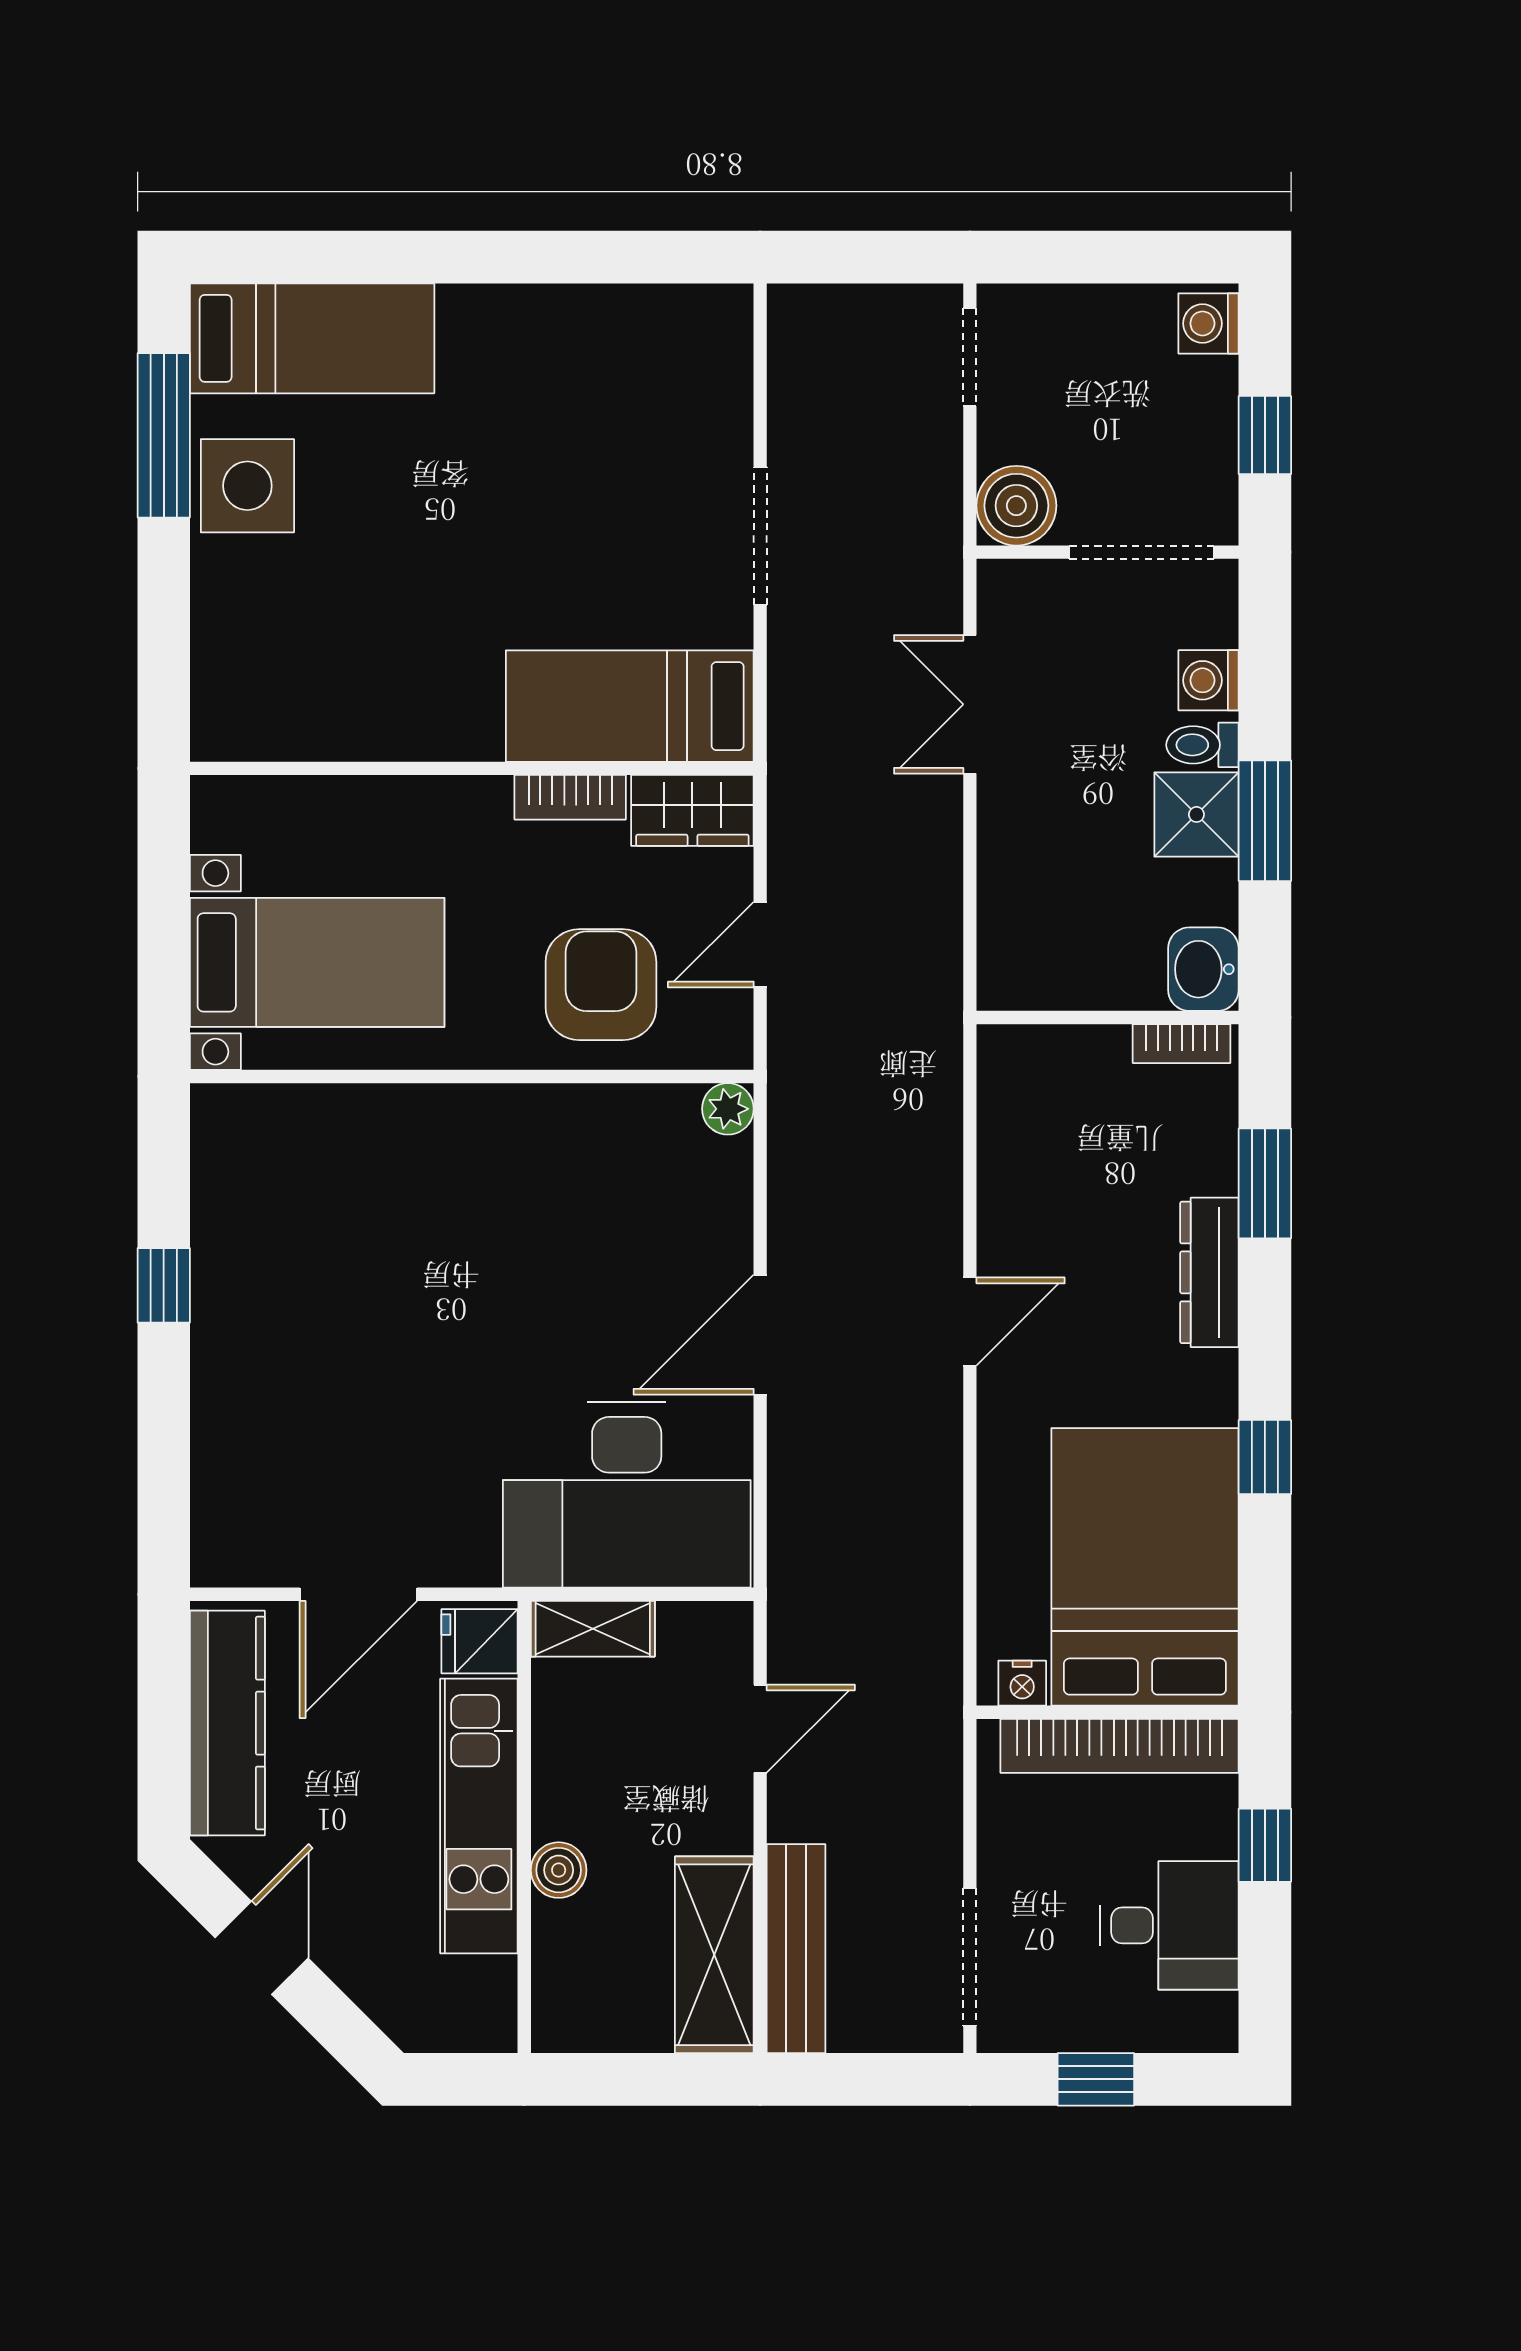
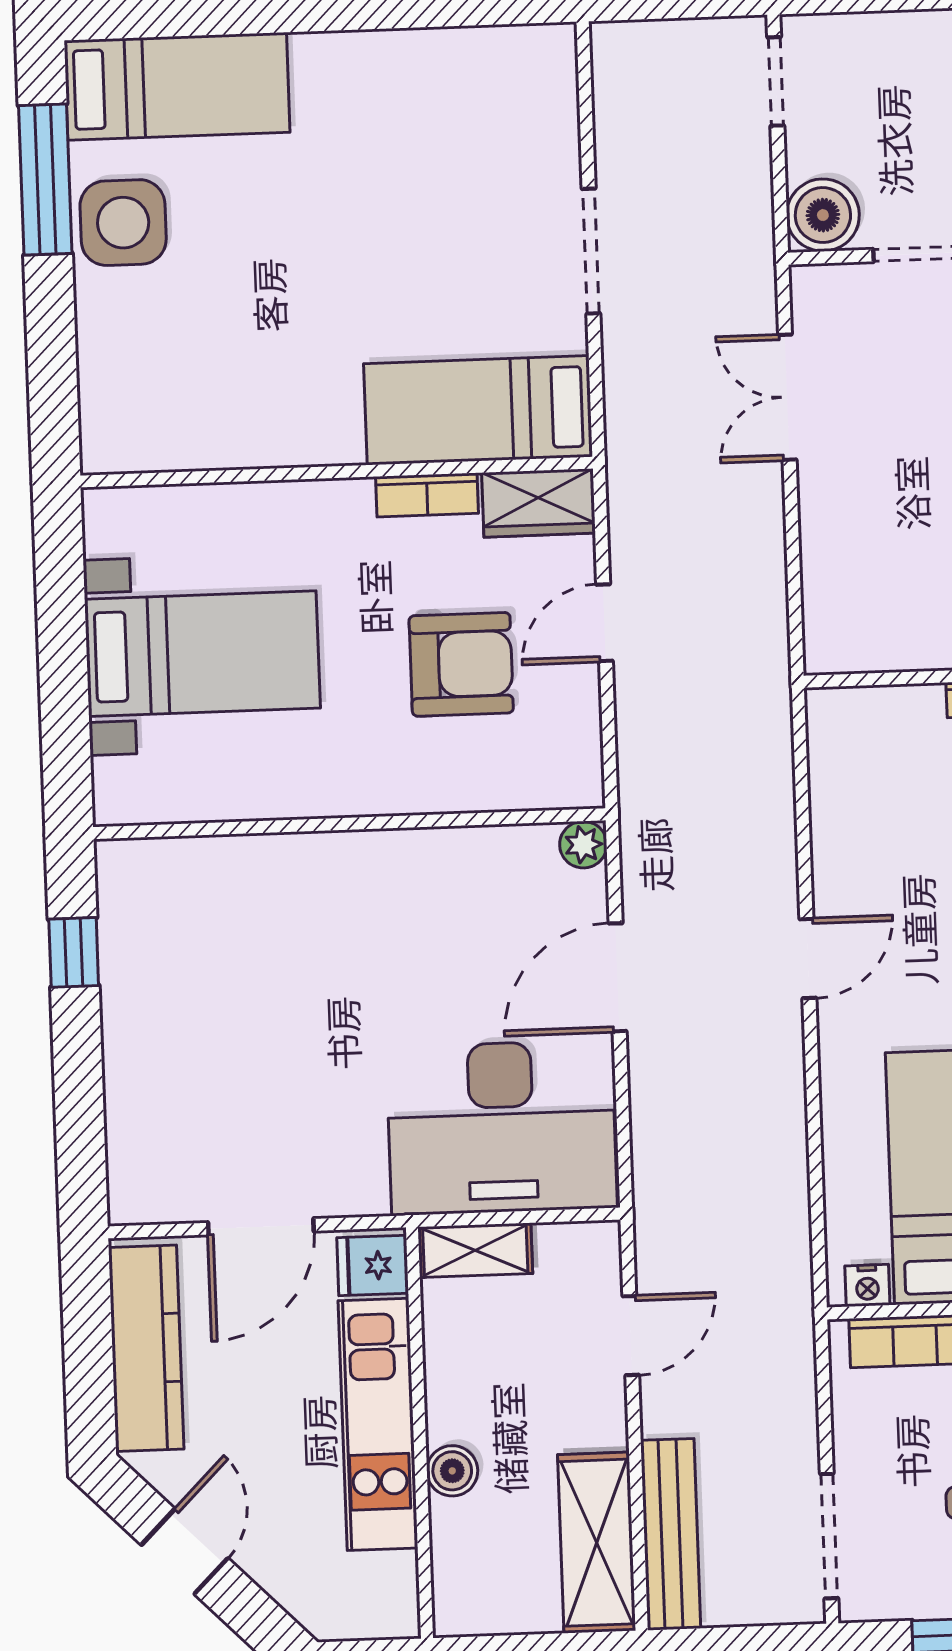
armchair: (601, 985) -> (461, 664), turned 90
wall: (472, 1076) -> (349, 824), moved
plant: (728, 1109) -> (583, 845), moved

